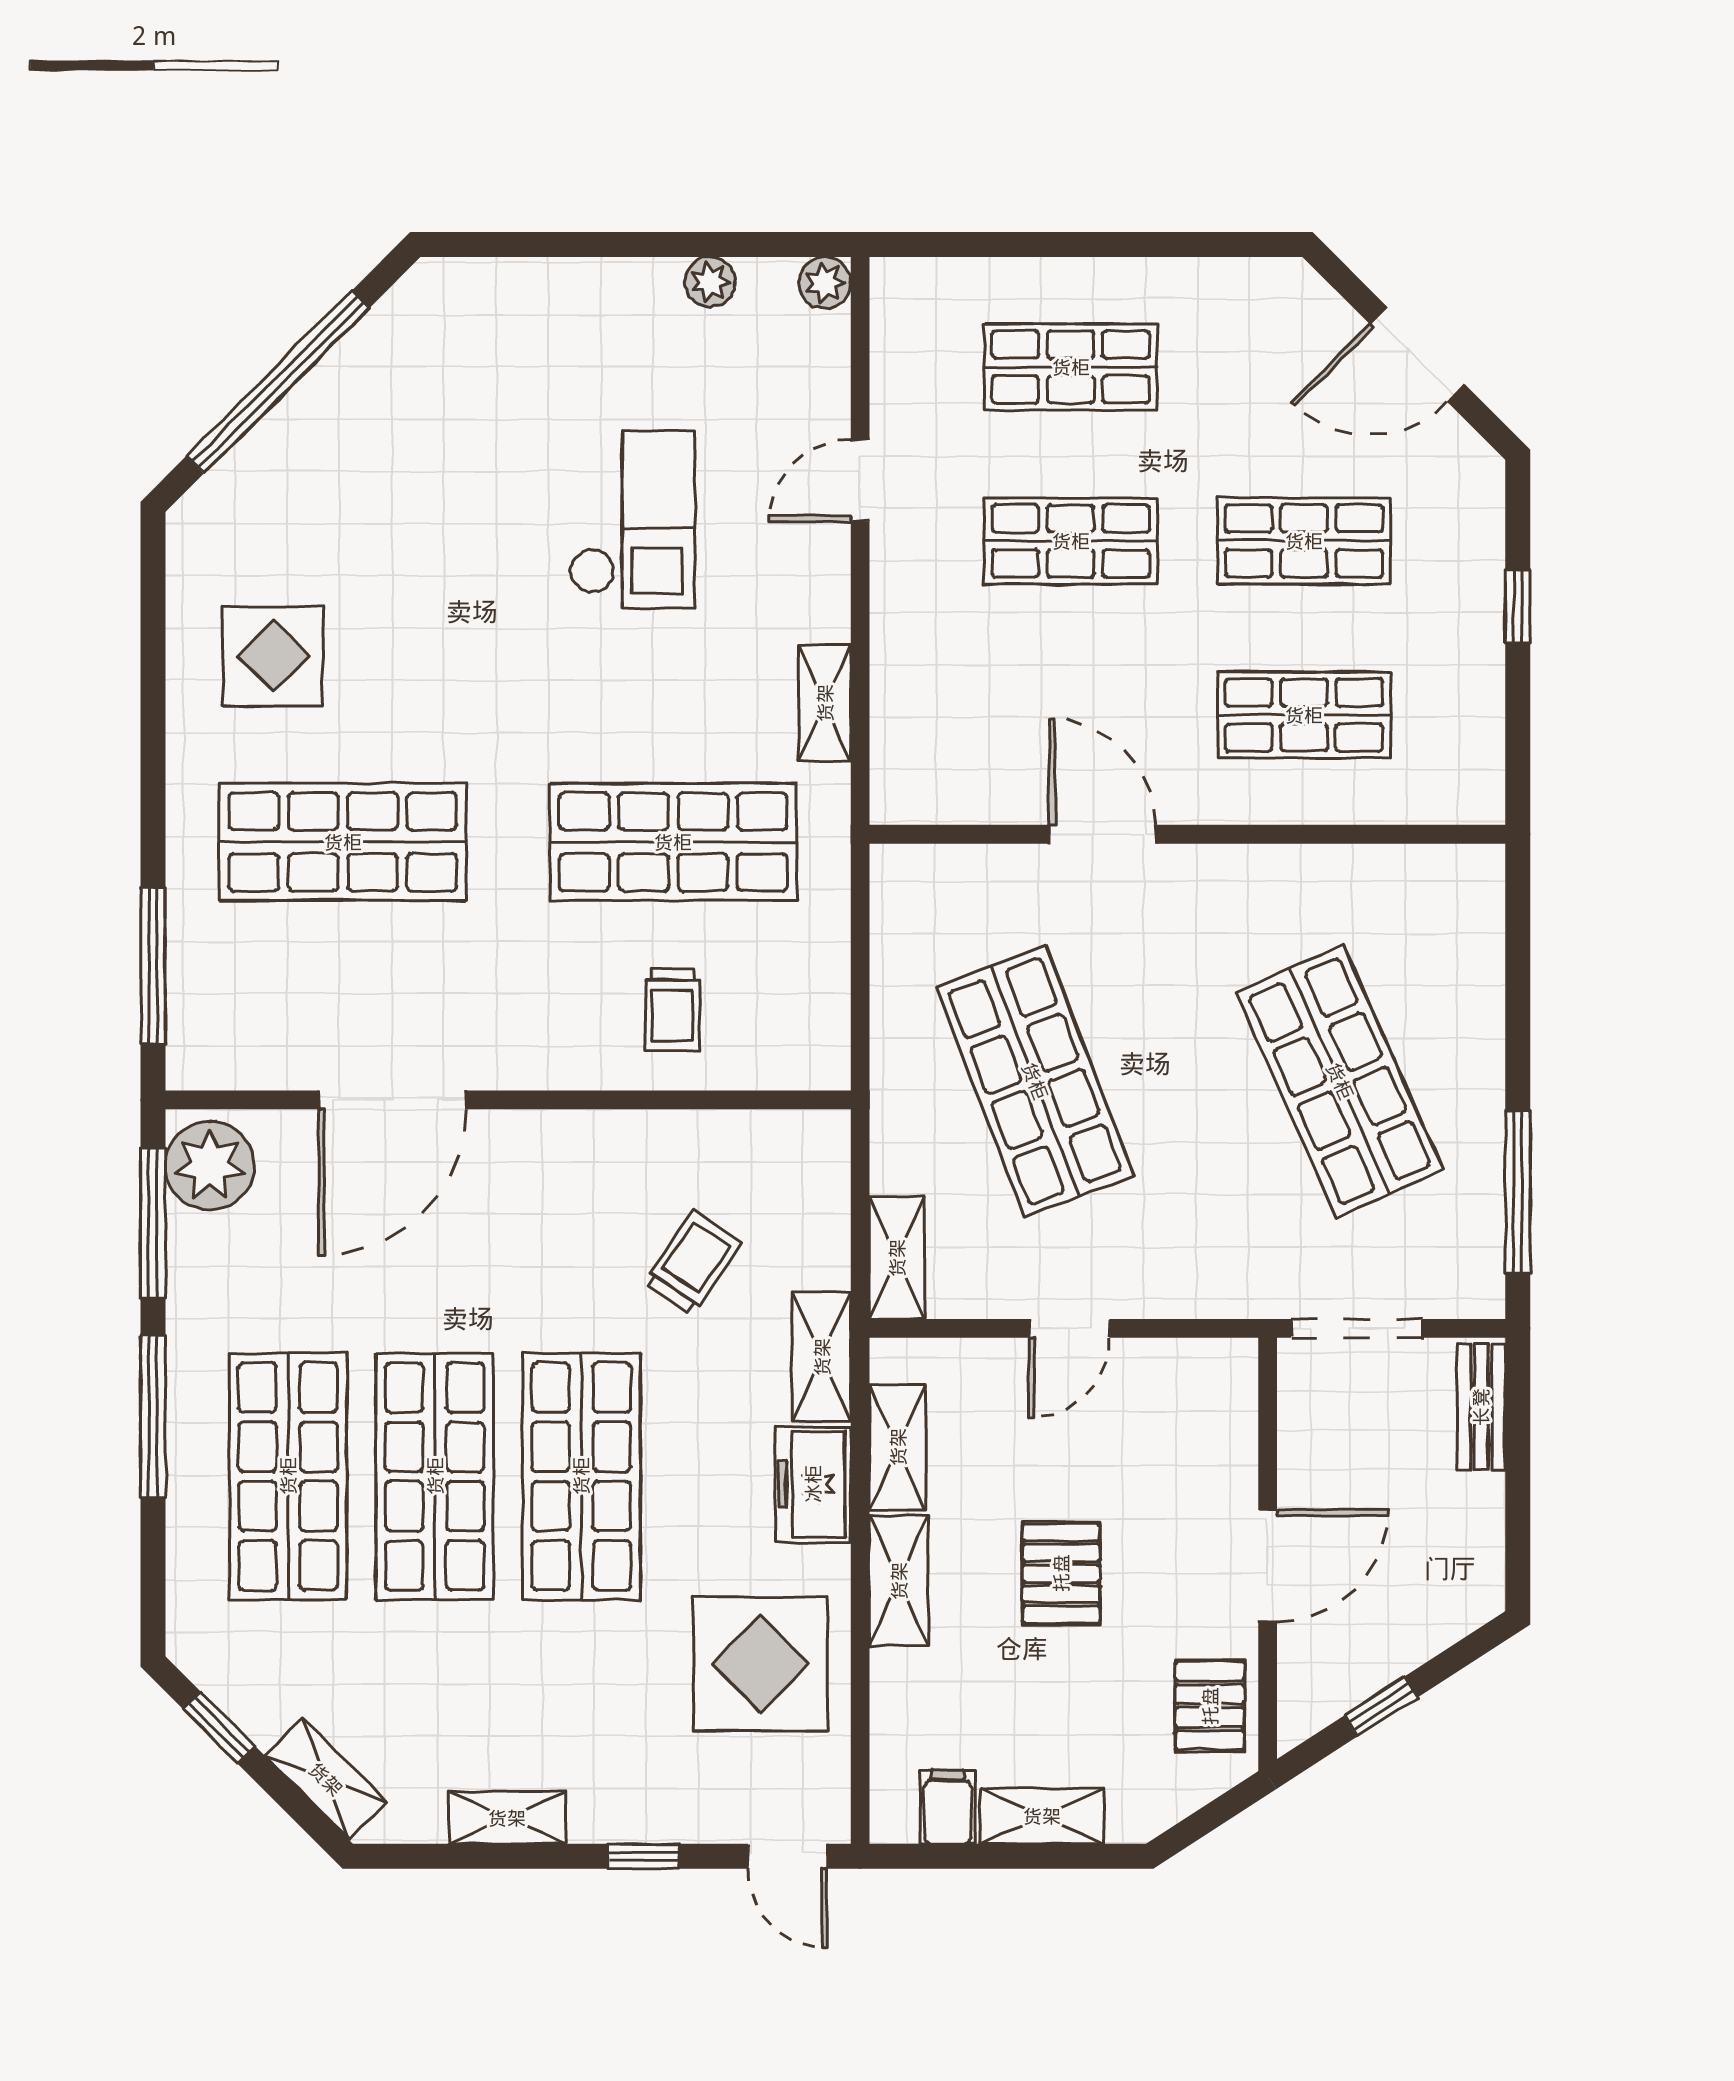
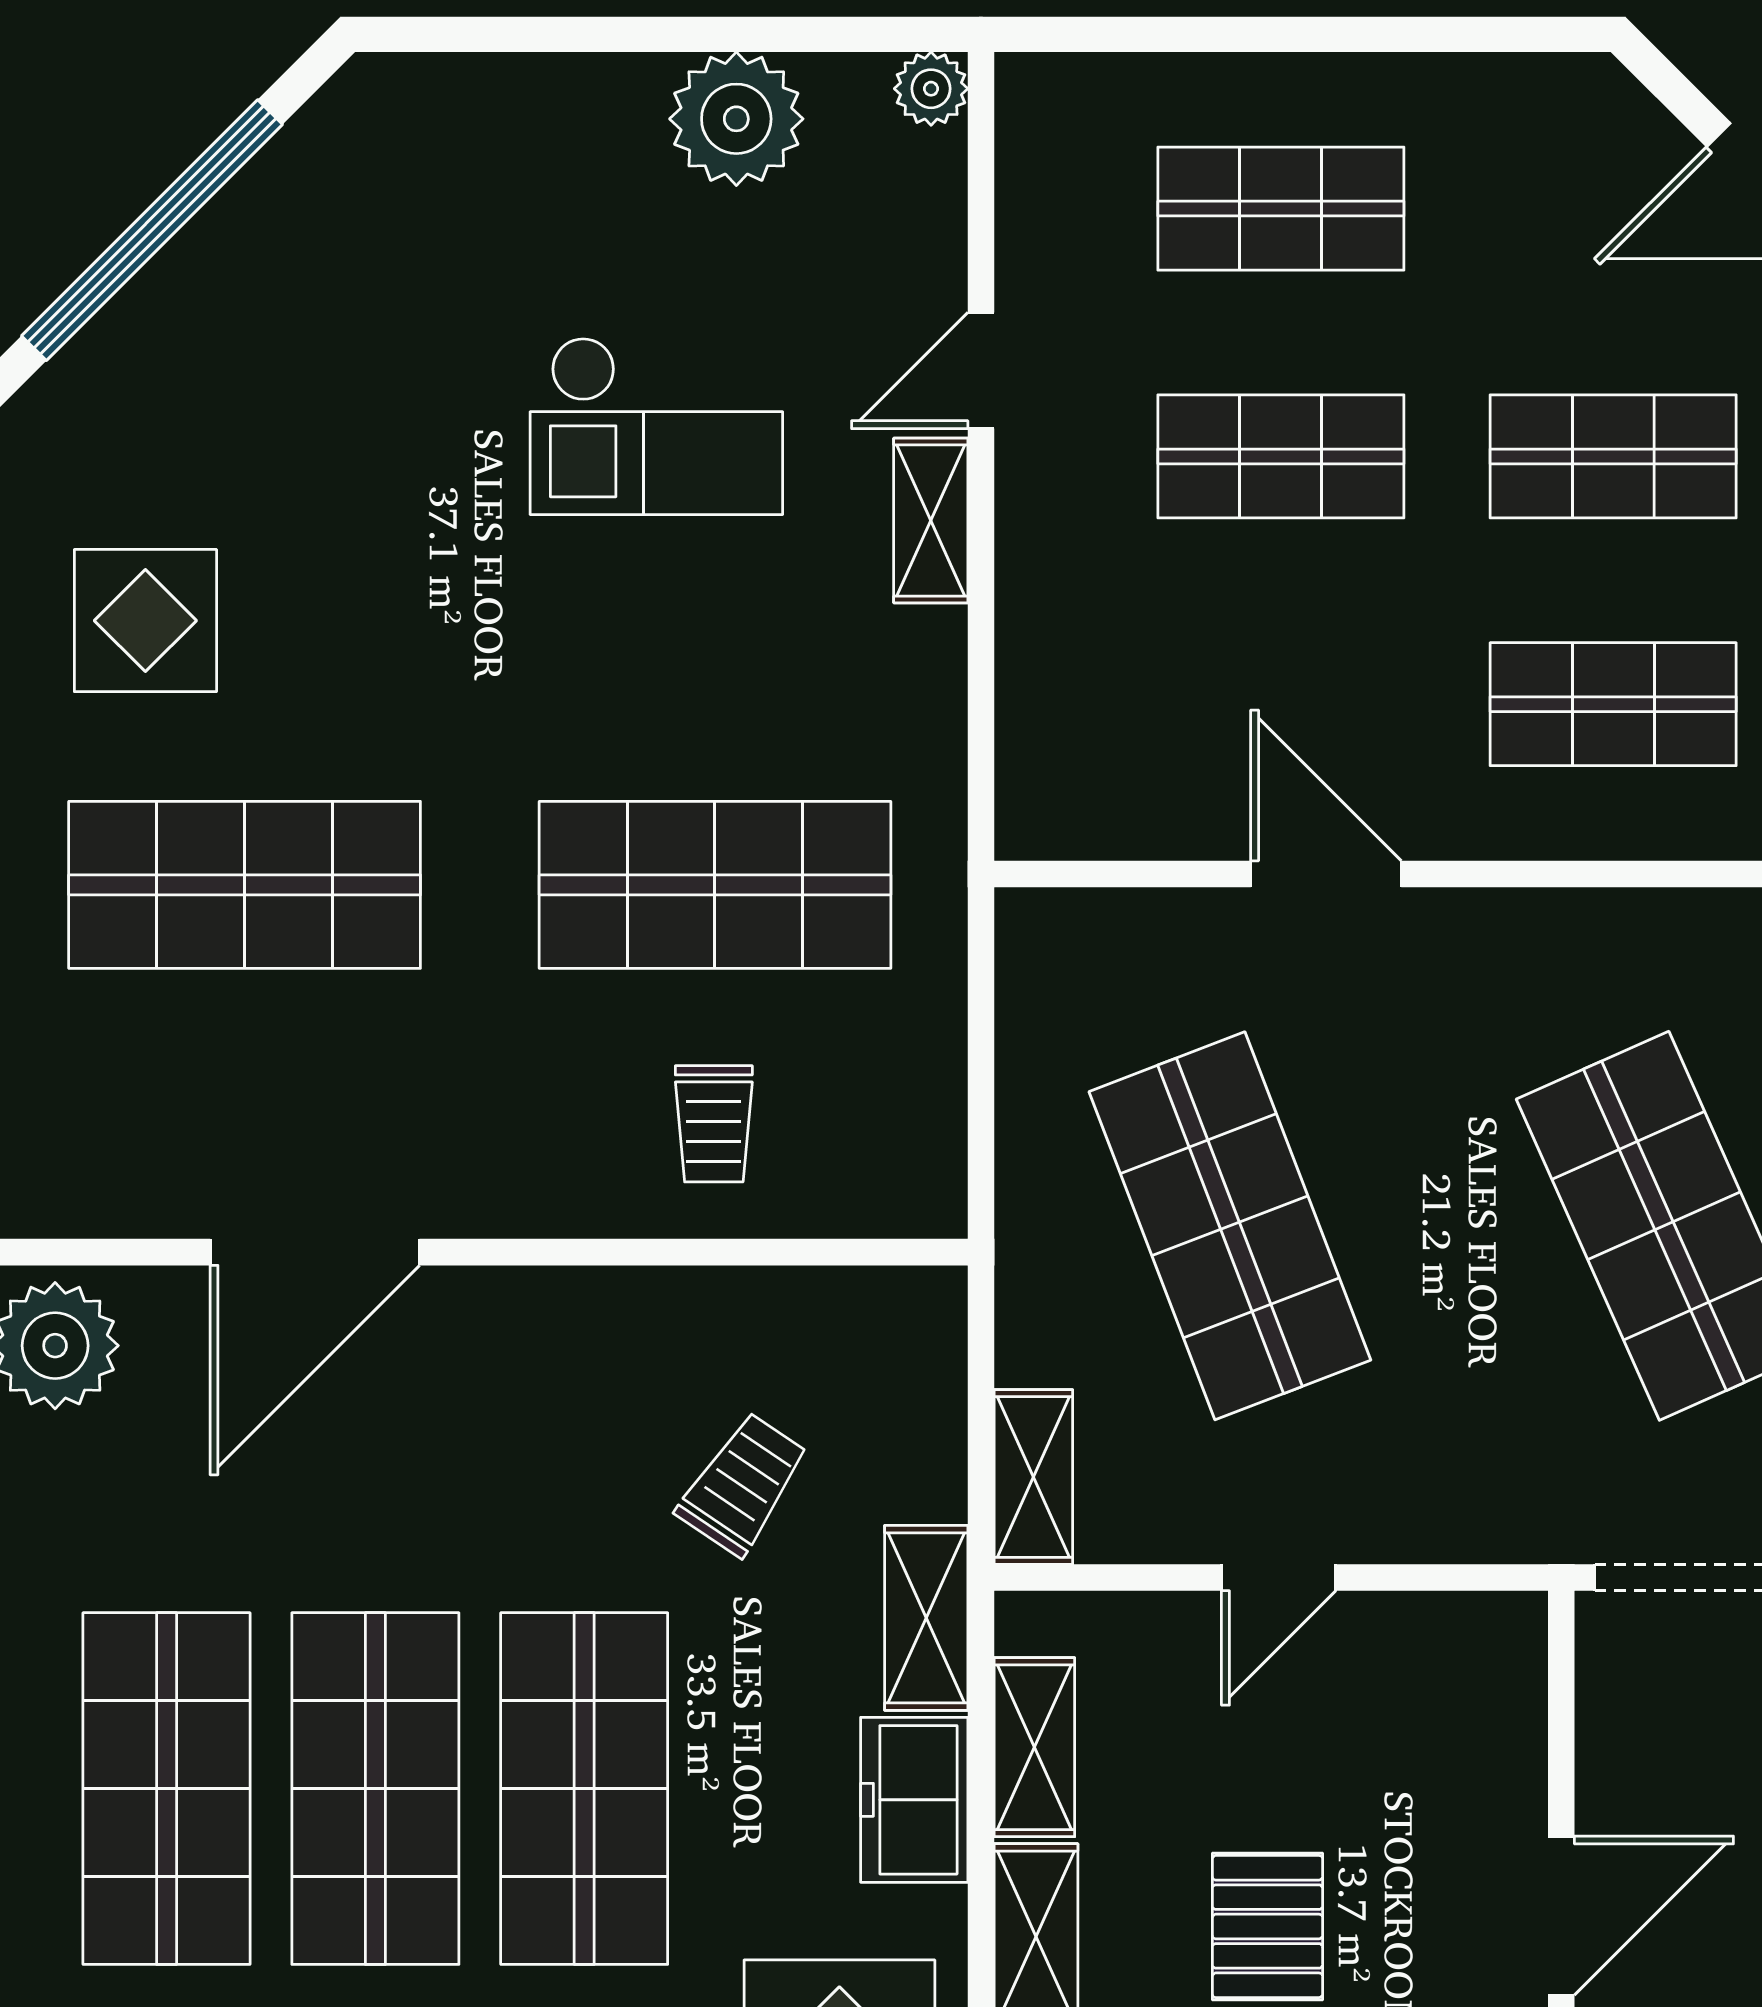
plant: (710, 282) -> (736, 119), width x1.88, depth x1.88
checkout: (632, 519) -> (656, 426), turned 90
shelving: (825, 703) -> (931, 520), moved

